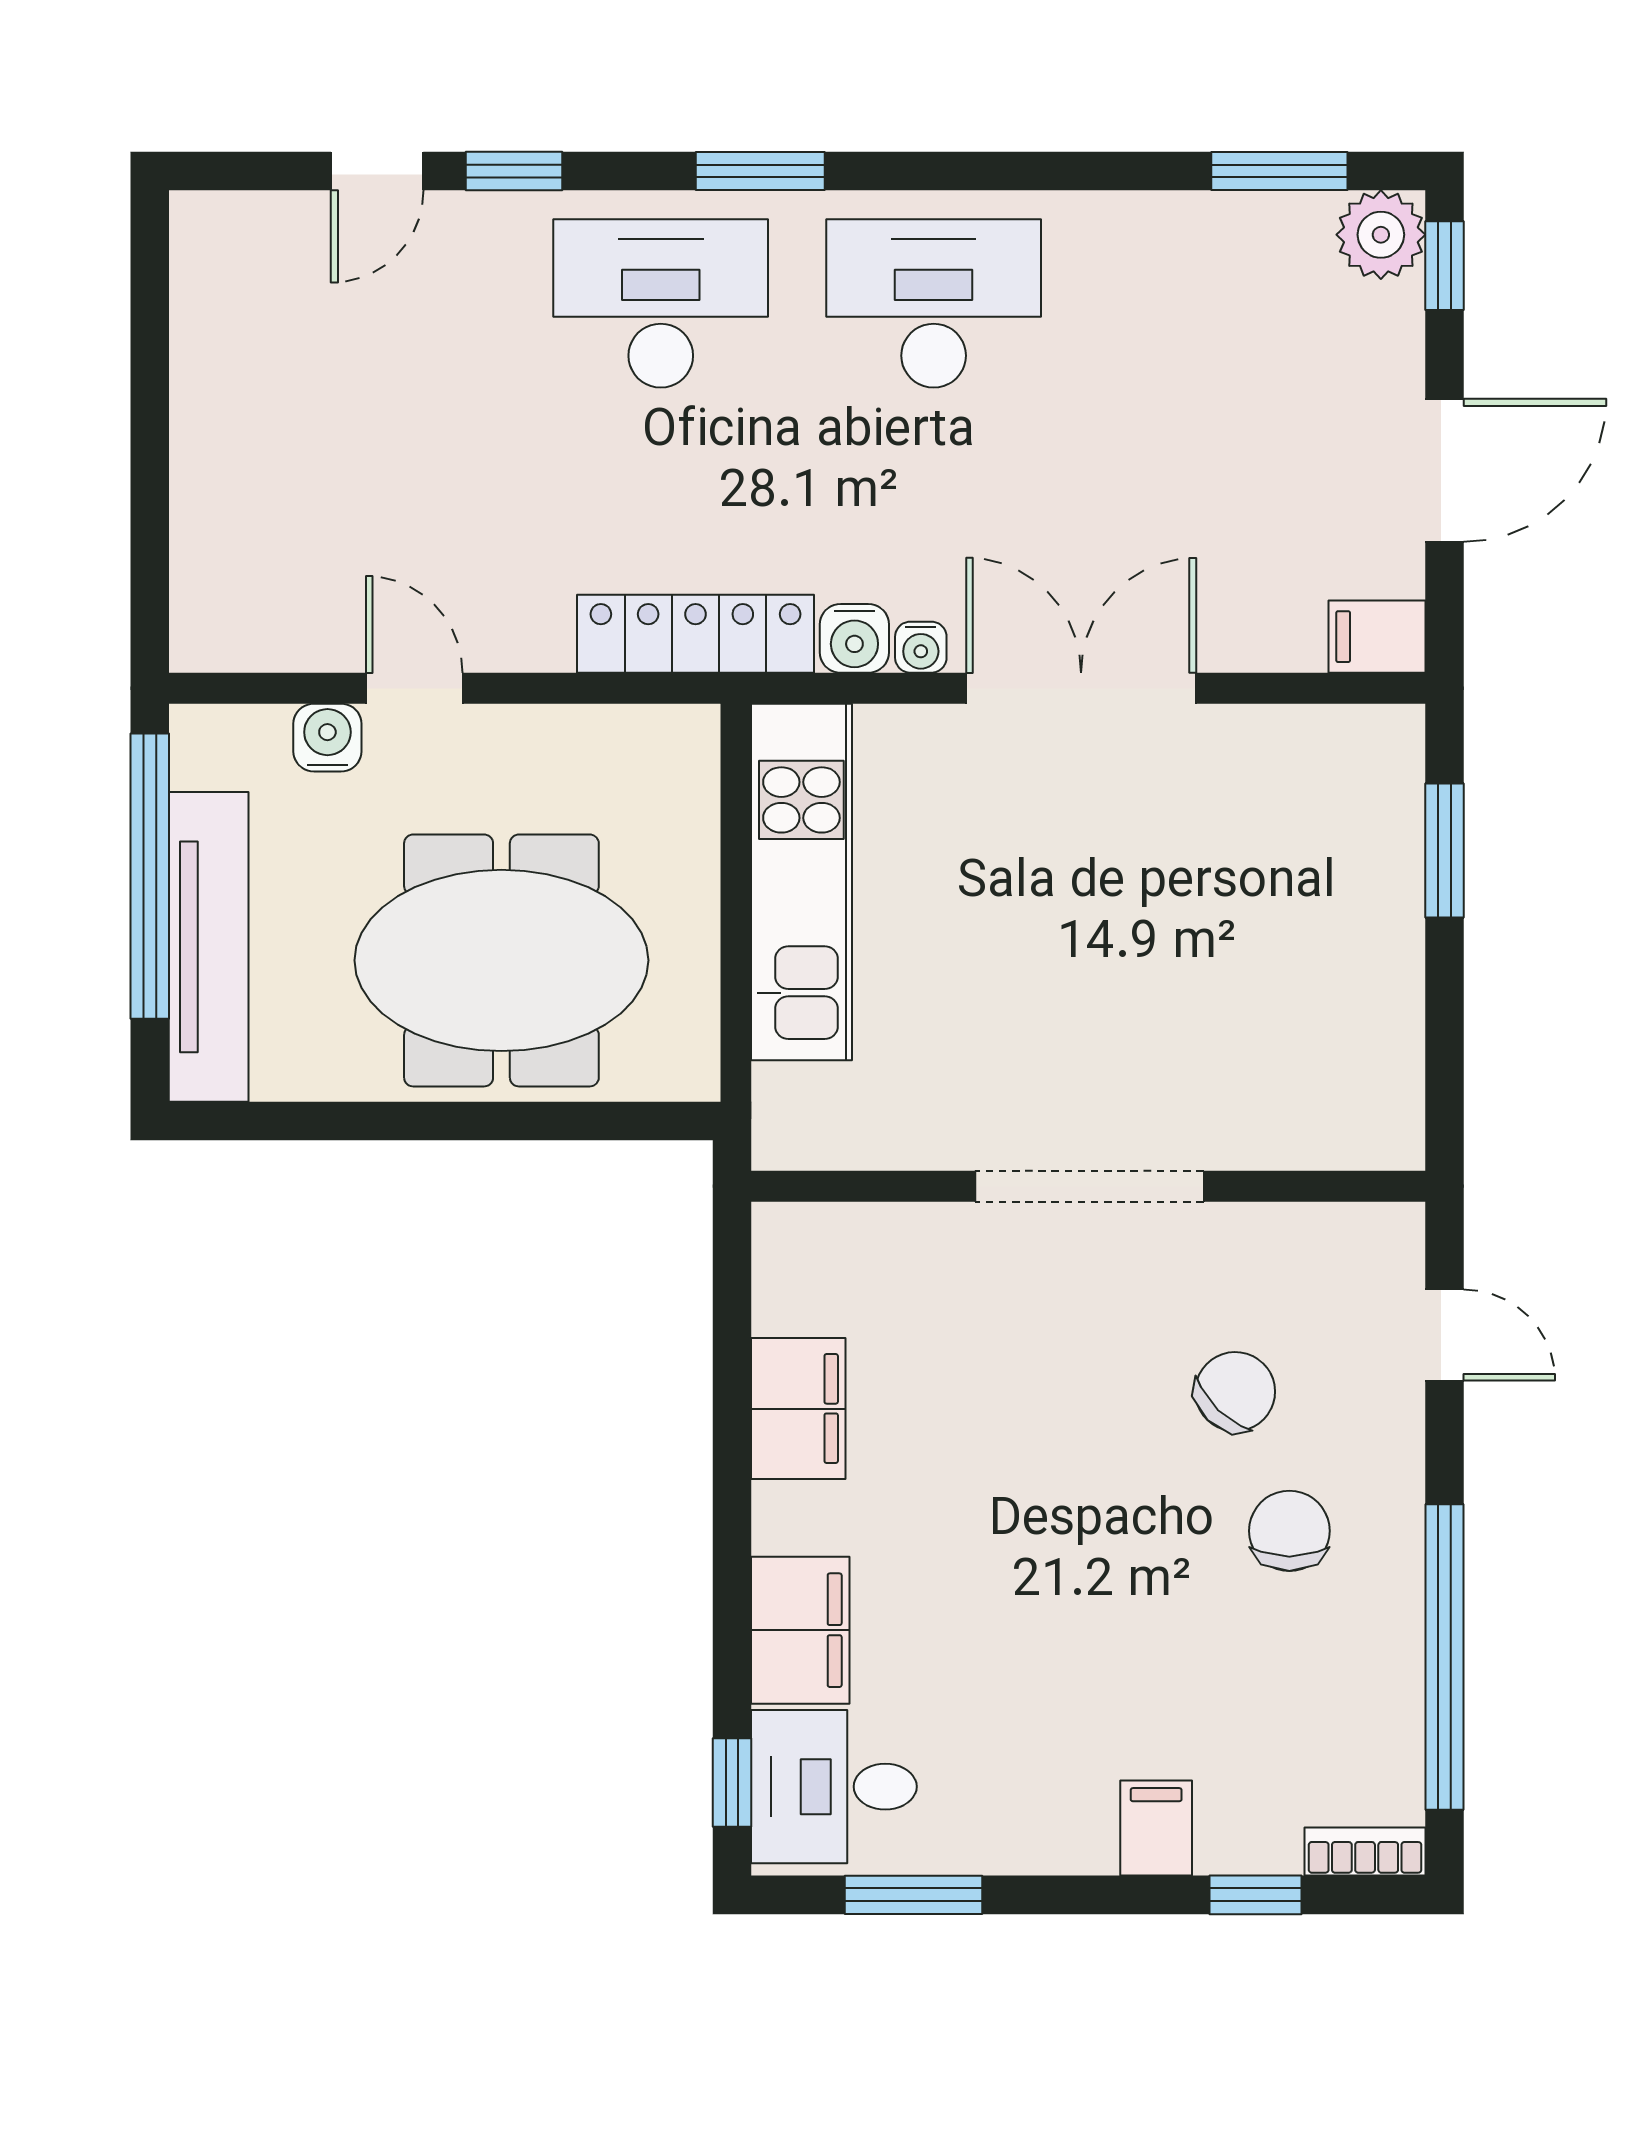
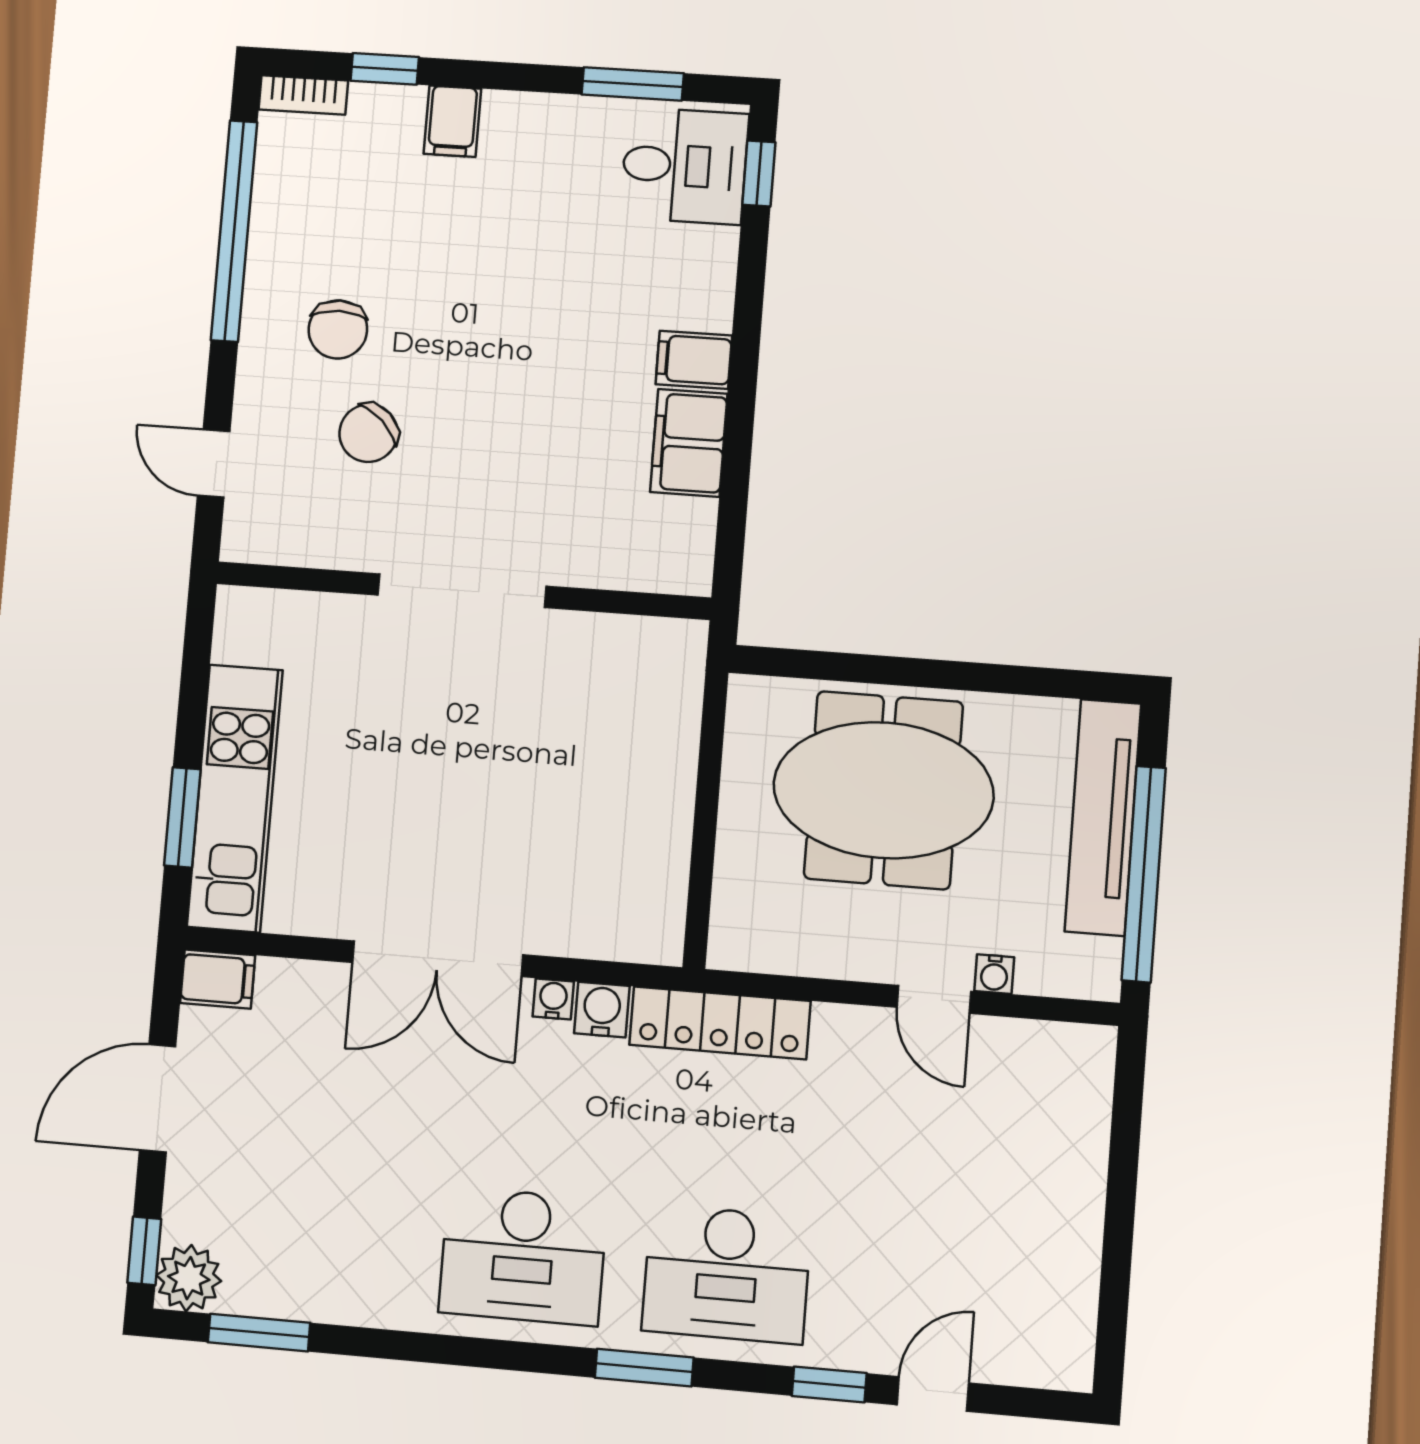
water cooler: (327, 738) -> (994, 974), width x0.72, depth x0.72
kitchen unit: (801, 882) -> (235, 798), moved, turned 180
filing cabinet: (800, 1630) -> (694, 360), moved, width x0.50

